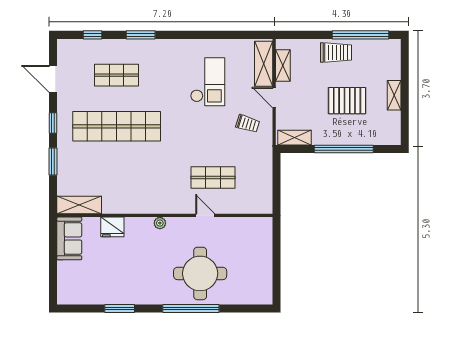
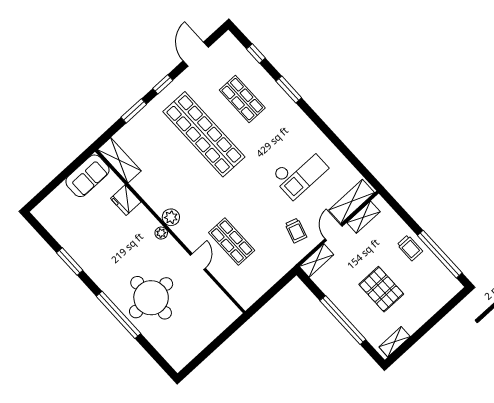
trolley: (336, 52) -> (410, 248), width x0.73, depth x0.72
shelving: (394, 95) -> (395, 342), moved
shelving: (294, 138) -> (317, 261), moved, turned 90
plant: (155, 205) -> (171, 217), added

